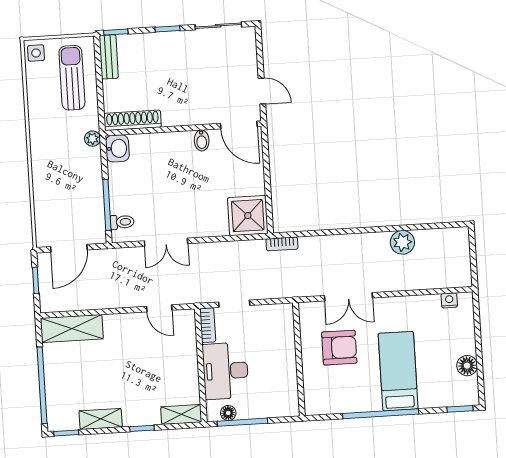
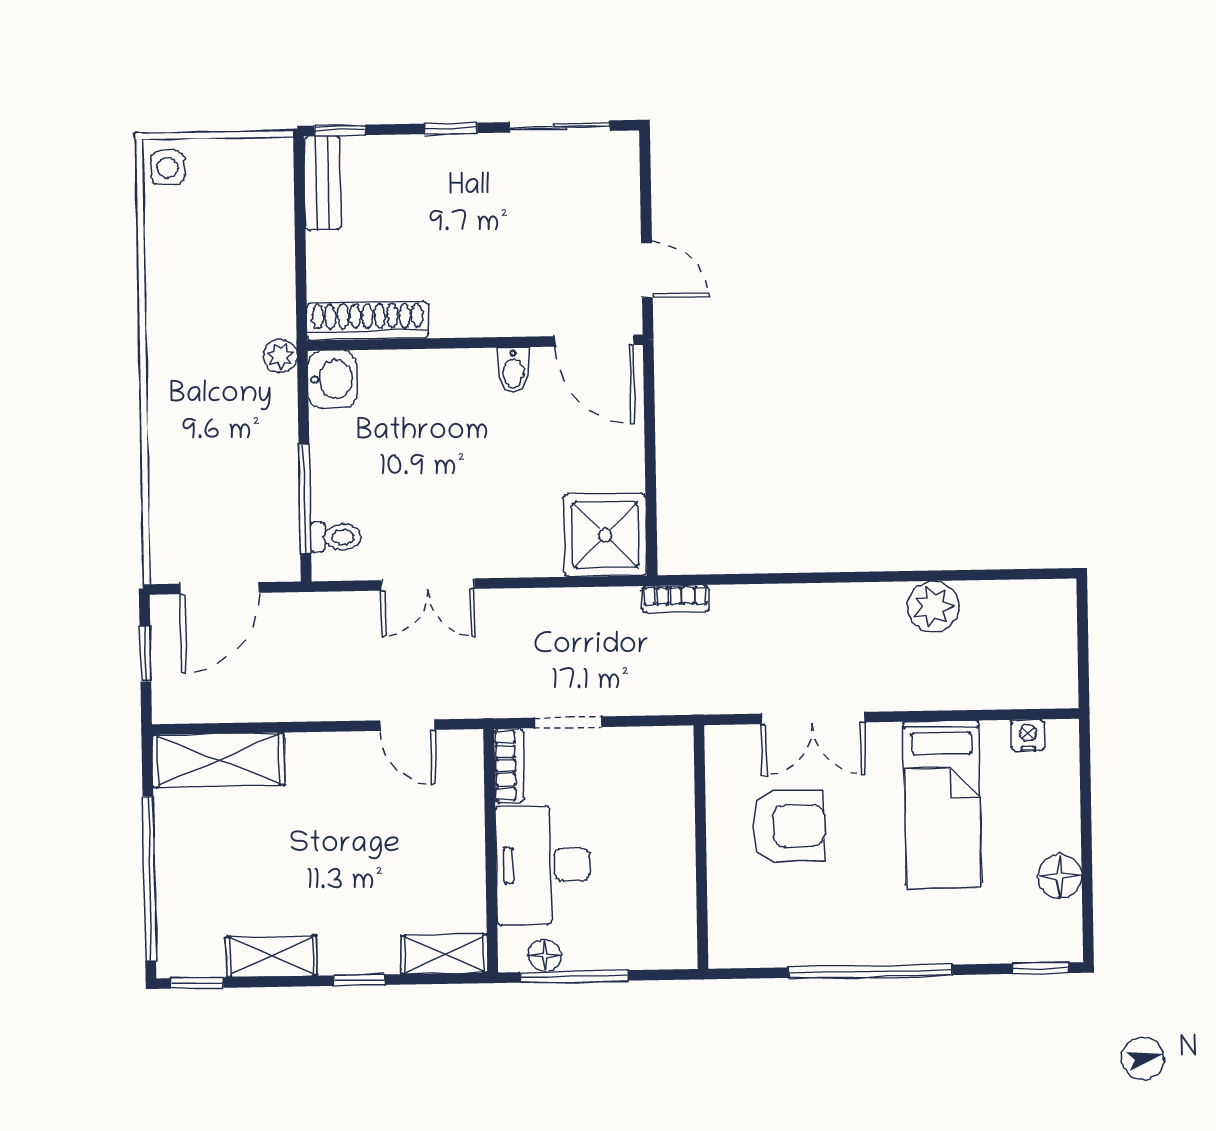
sun lounger: (72, 78) -> (242, 224), removed
bed: (398, 371) -> (942, 805), moved, turned 180

